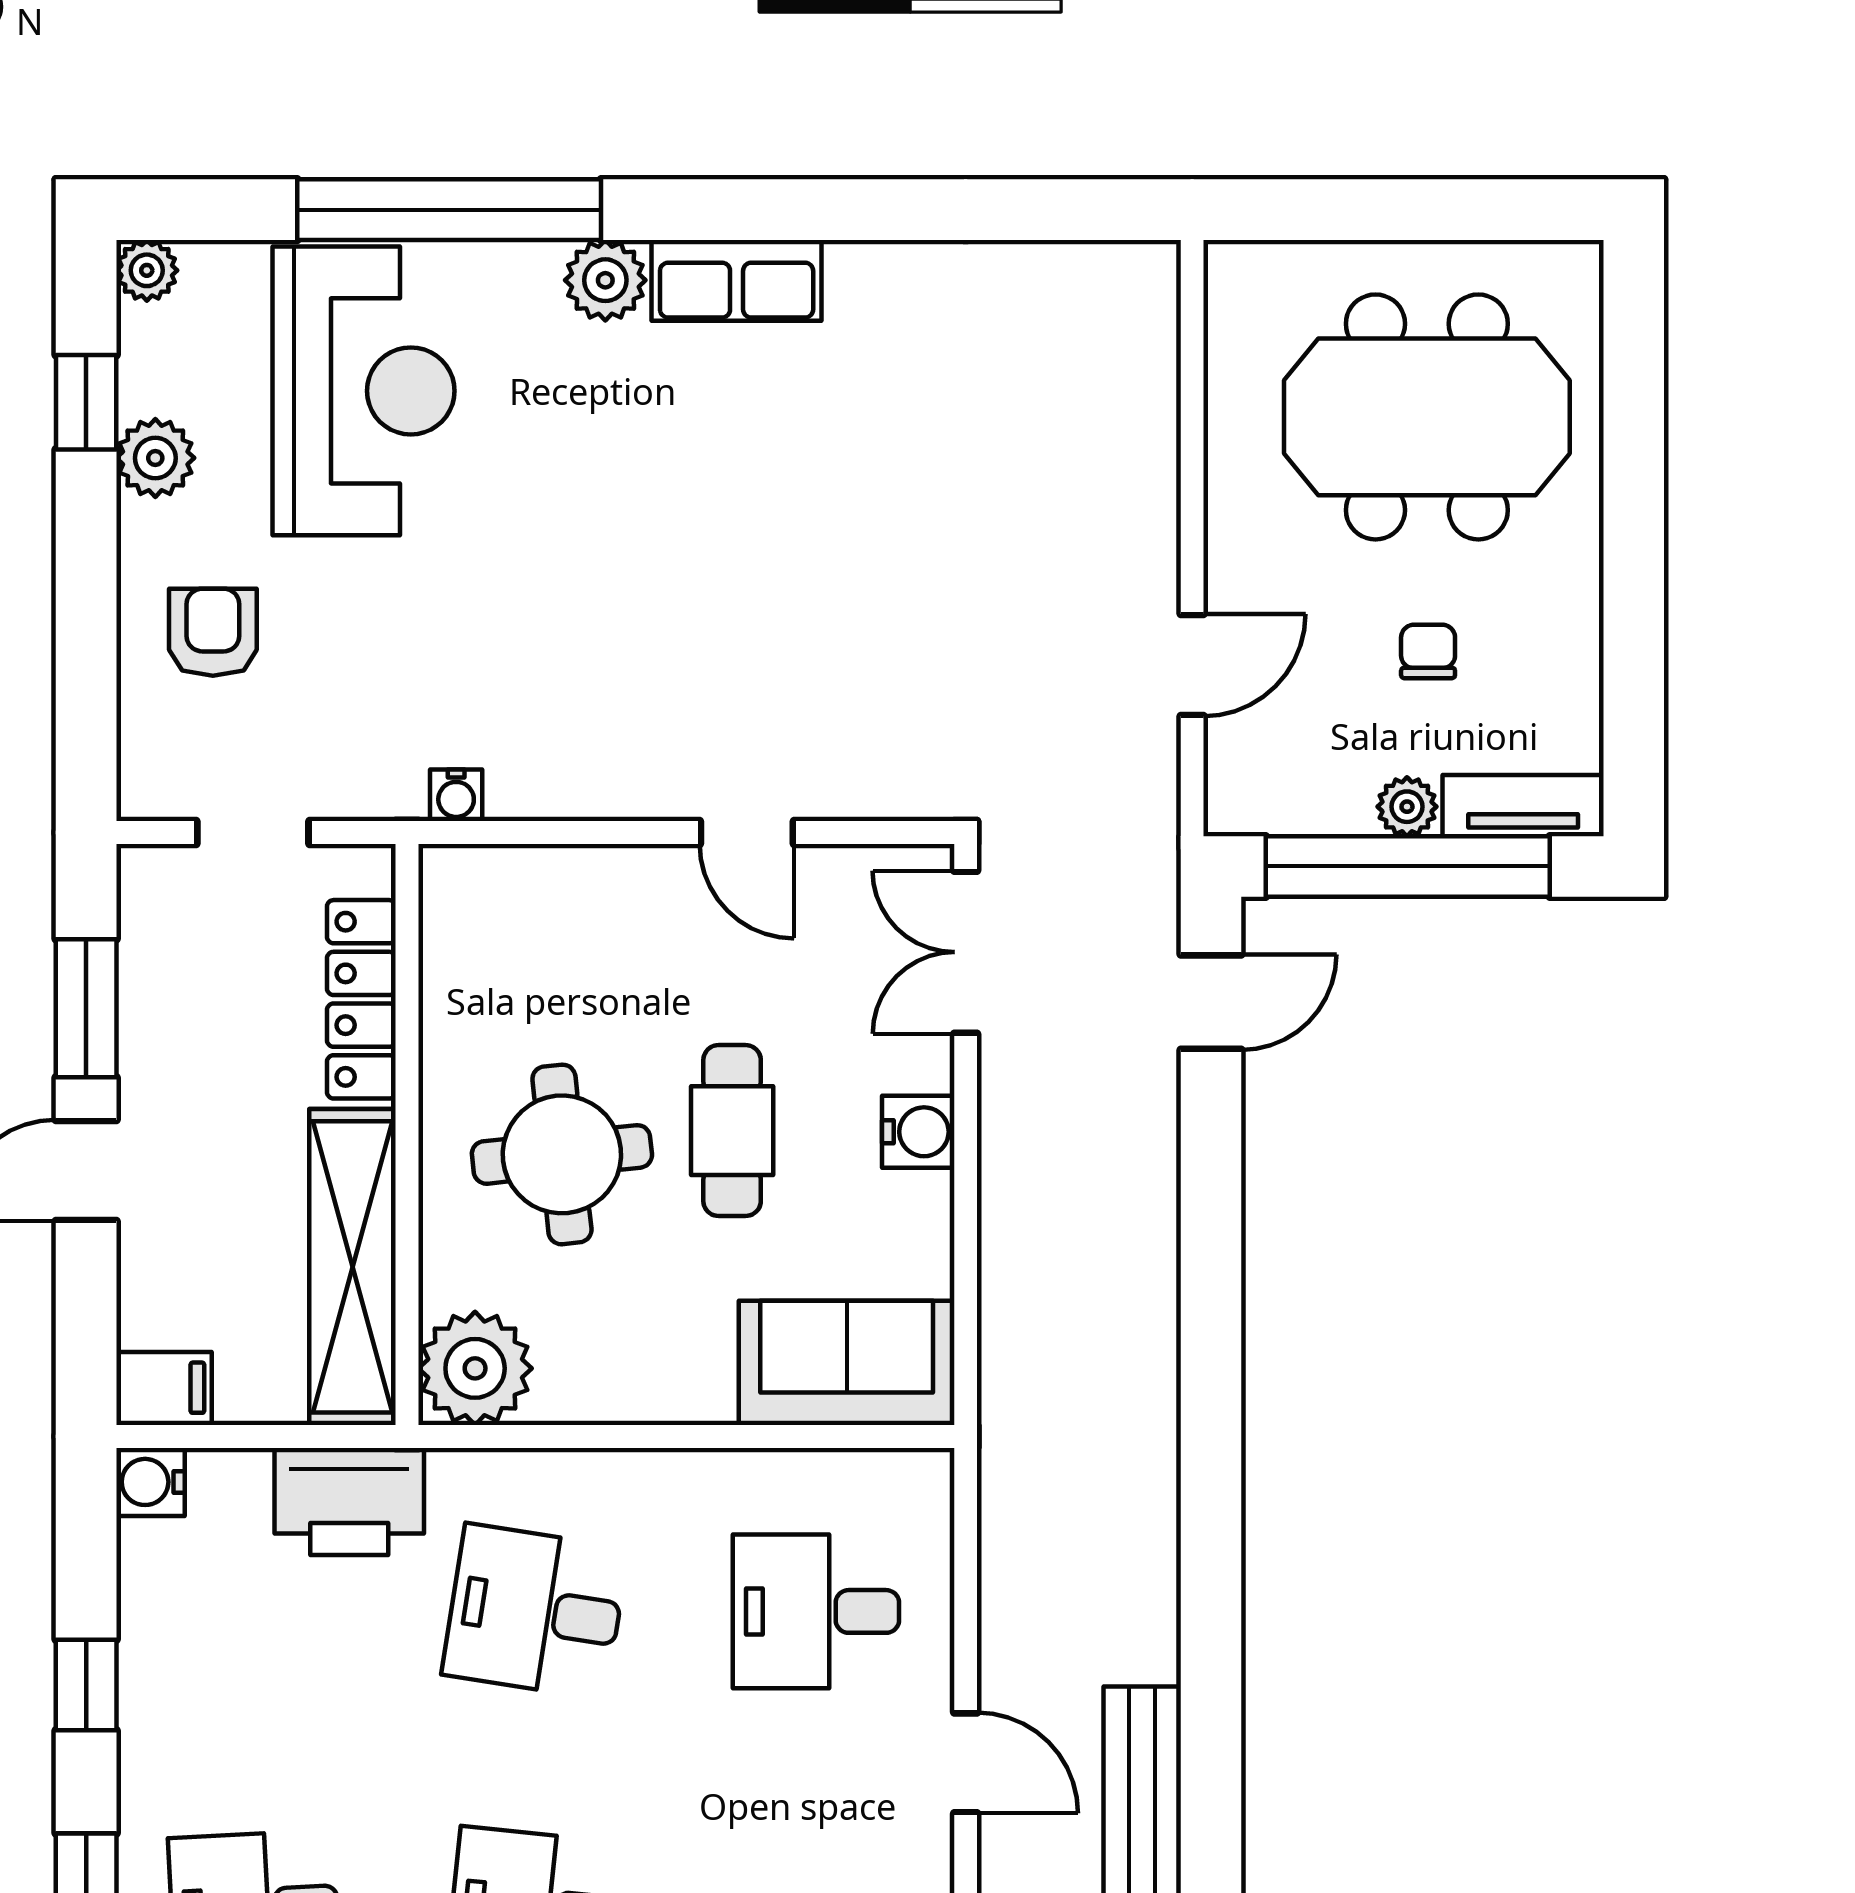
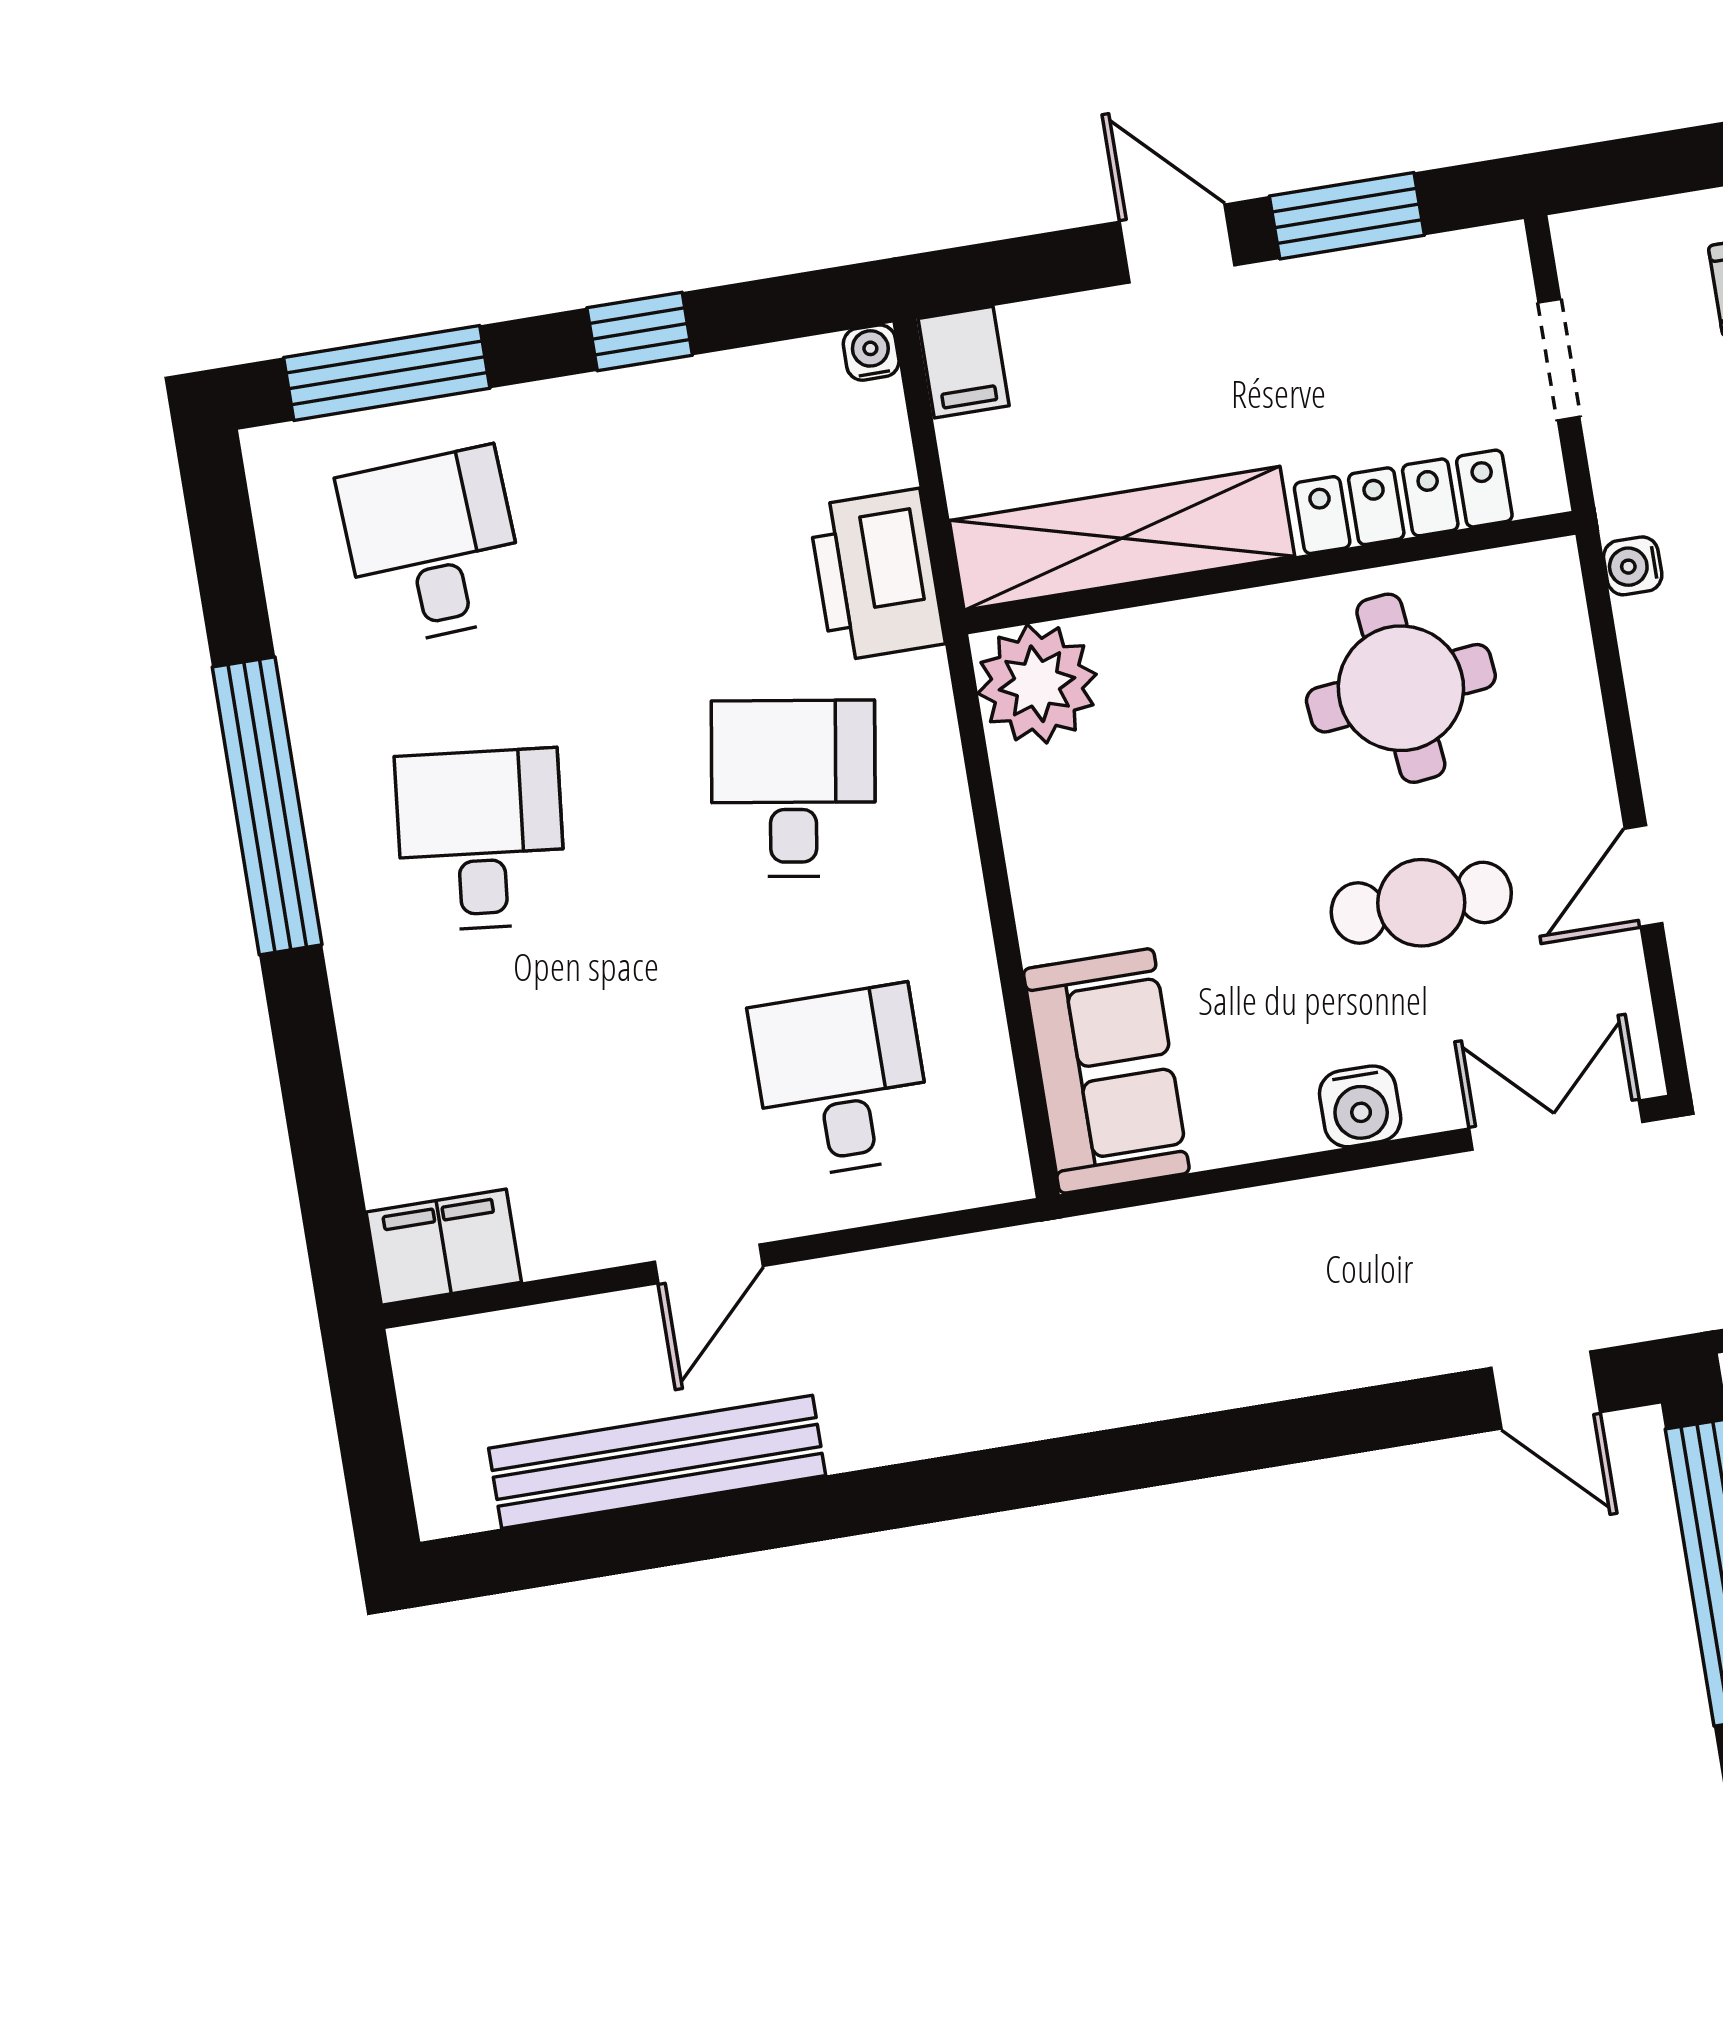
cafe table: (732, 1131) -> (1421, 903), moved
round table: (562, 1154) -> (1401, 688), moved
water cooler: (150, 1482) -> (871, 353), width x0.72, depth x0.72

